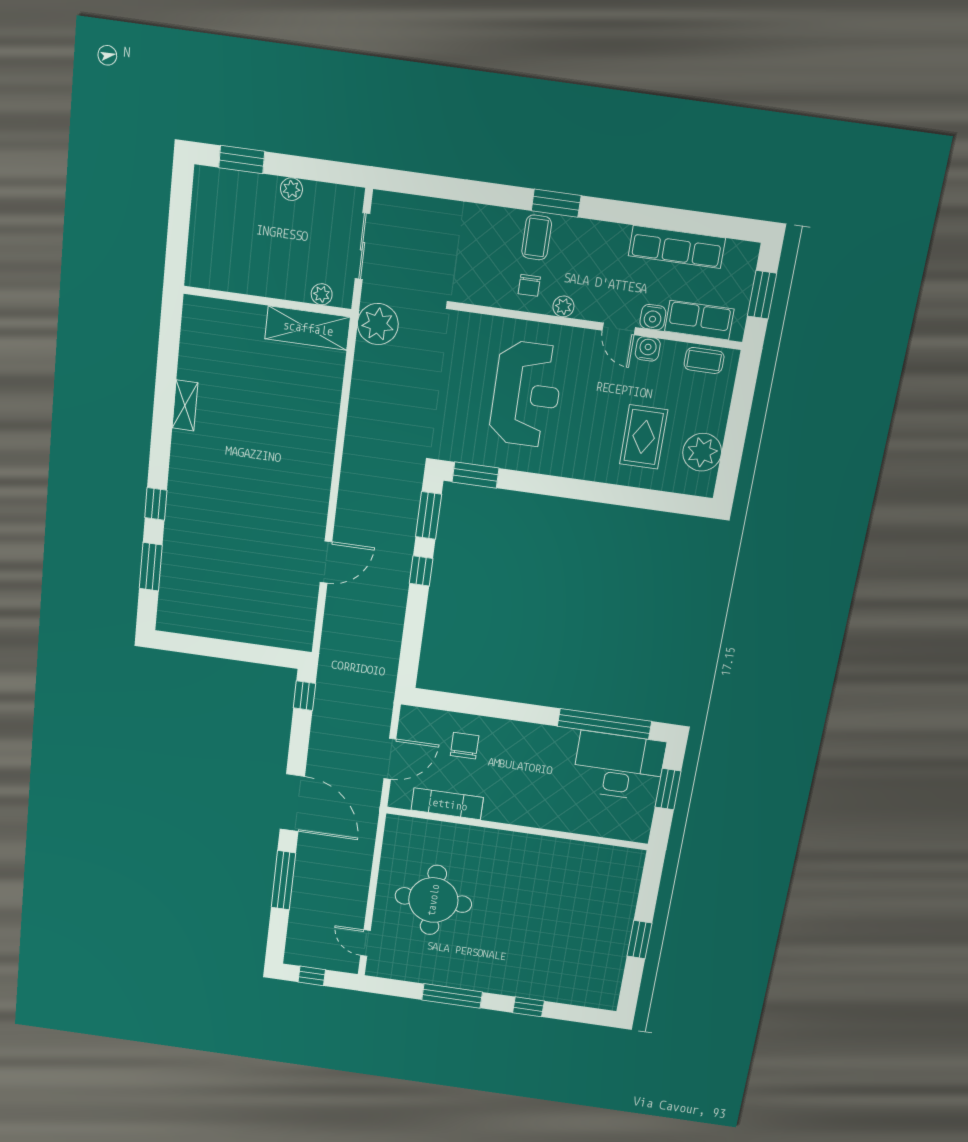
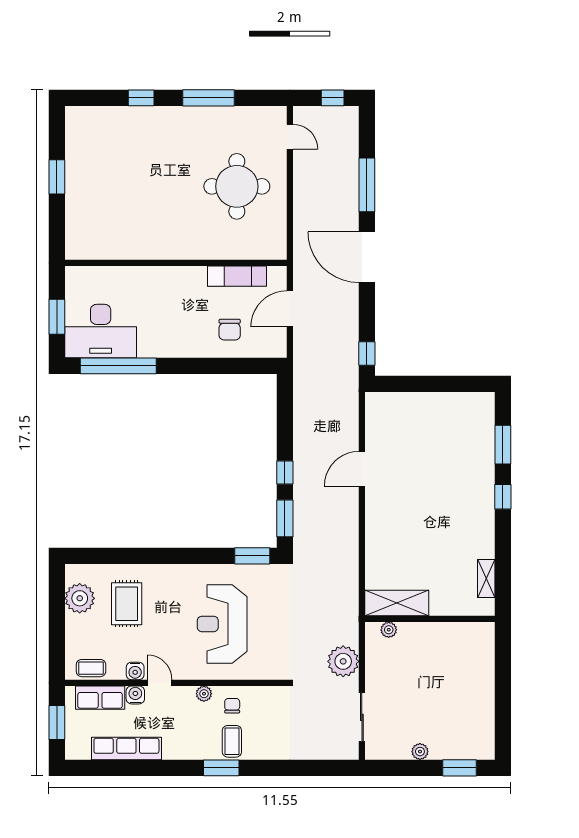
plant: (322, 294) -> (389, 630), moved
wall: (267, 301) -> (430, 619), moved
shelving: (308, 328) -> (397, 603), moved

